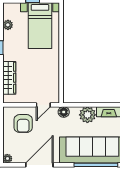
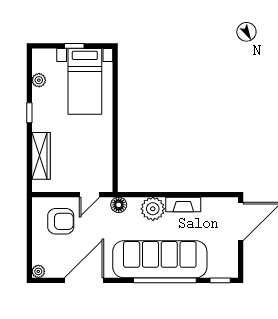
armchair: (23, 124) -> (61, 221), turned -90

